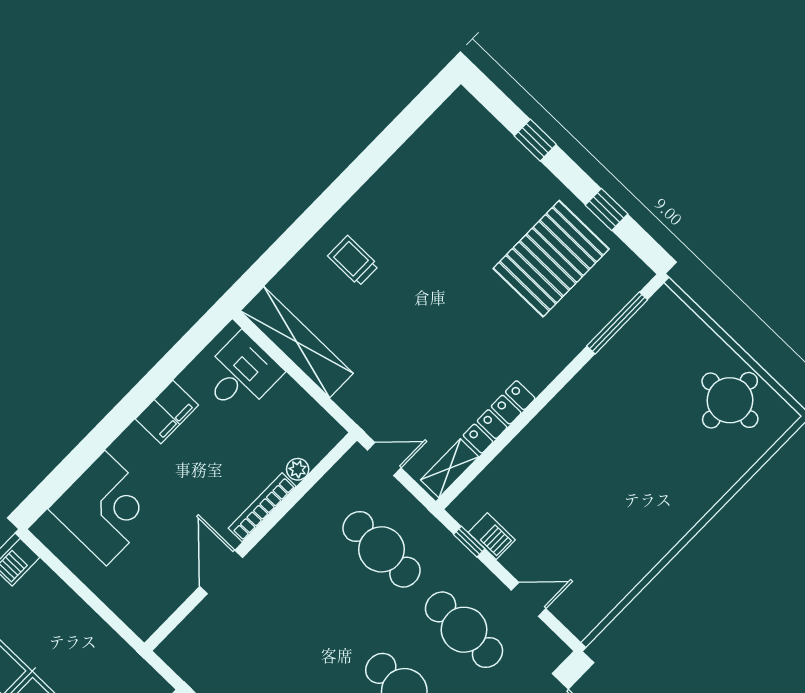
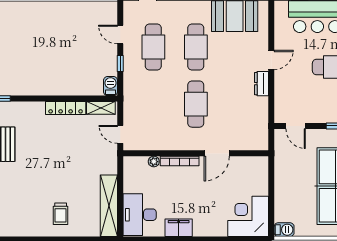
desk: (241, 374) -> (140, 215), width x1.37
corner desk: (106, 508) -> (248, 216), moved
barbecue: (492, 536) -> (110, 86), moved
window: (469, 542) -> (120, 64), moved
cafe table: (381, 549) -> (196, 104), moved

